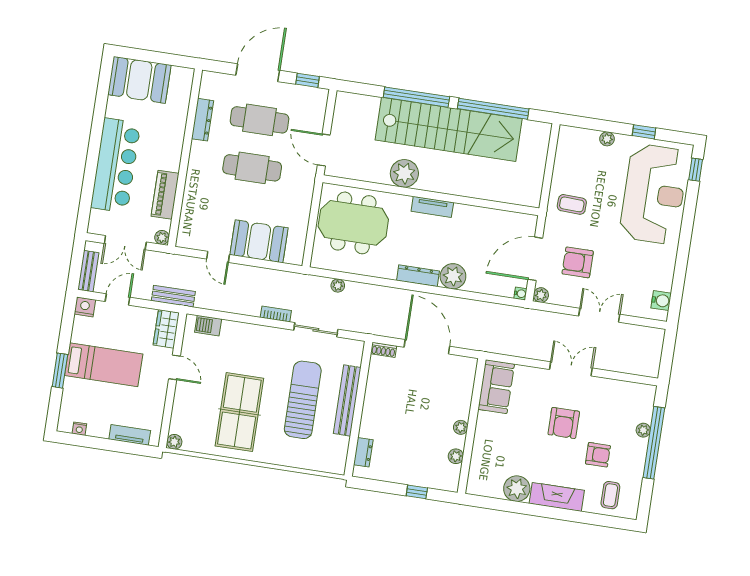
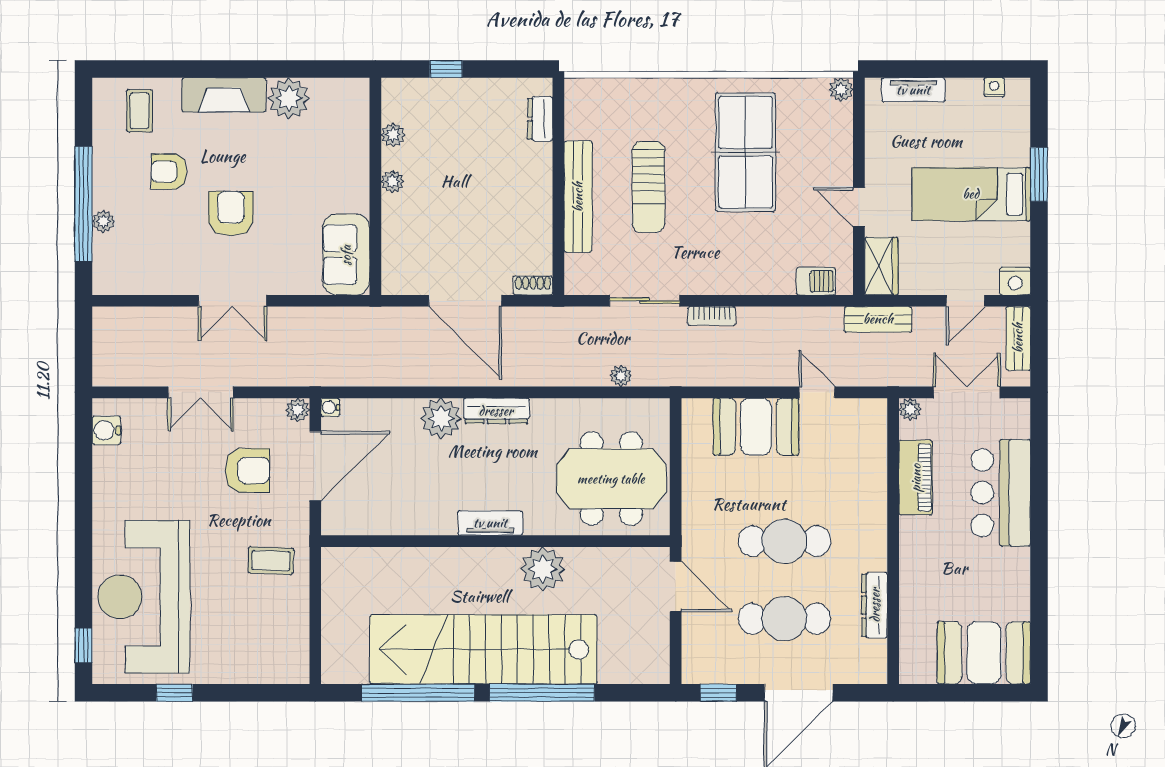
plant: (607, 139) -> (231, 673), removed
bar counter: (116, 165) -> (1001, 493), width x0.73
sun lounger: (303, 400) -> (648, 187), width x0.73, depth x0.75

